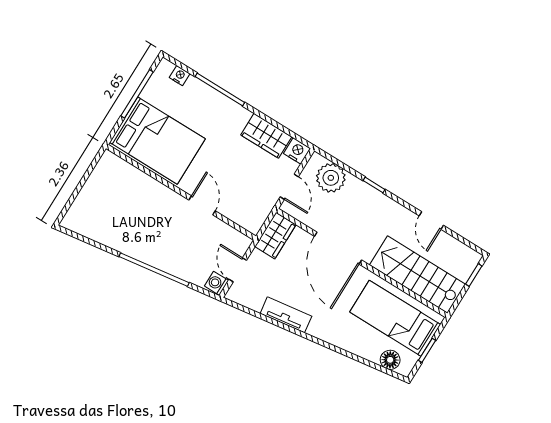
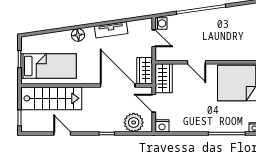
wardrobe: (266, 136) -> (164, 78), moved, turned 90
door: (338, 248) -> (118, 86), moved
floor lamp: (390, 360) -> (78, 35), moved

